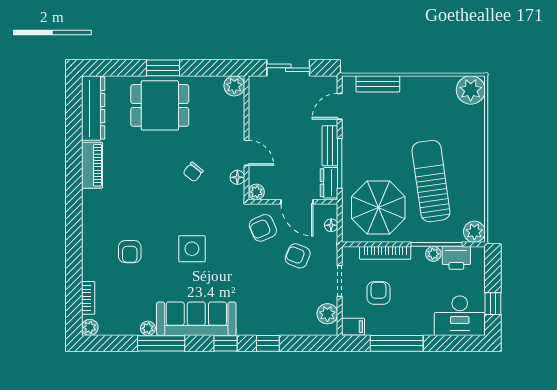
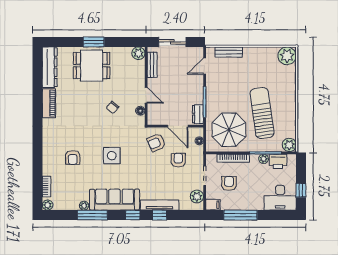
bench: (330, 146) -> (152, 65), moved
plant: (256, 192) -> (152, 120), removed
armchair: (298, 256) -> (178, 160), turned 68
tv unit: (268, 327) -> (160, 205), added

